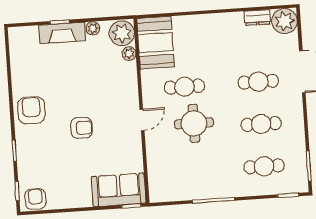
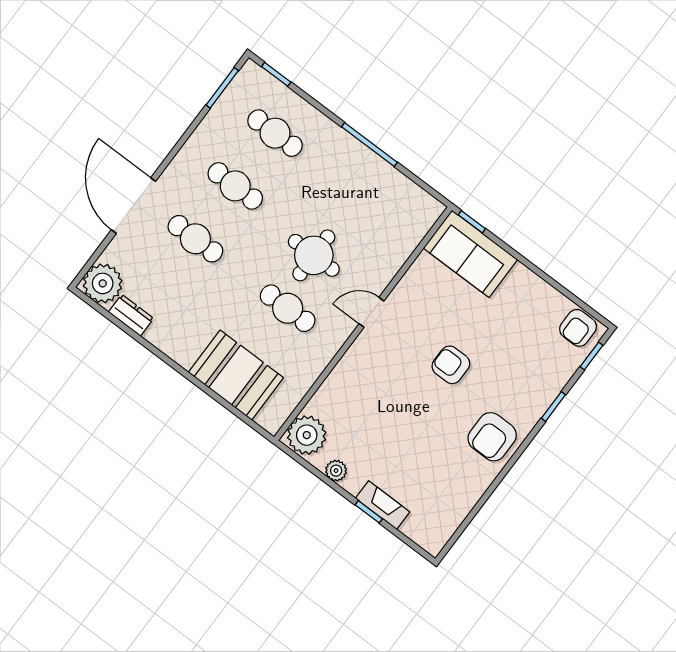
fireplace: (62, 33) -> (383, 505), width x0.73, depth x0.76
booth: (156, 43) -> (236, 375), moved, turned 90
plant: (129, 53) -> (319, 404), removed

